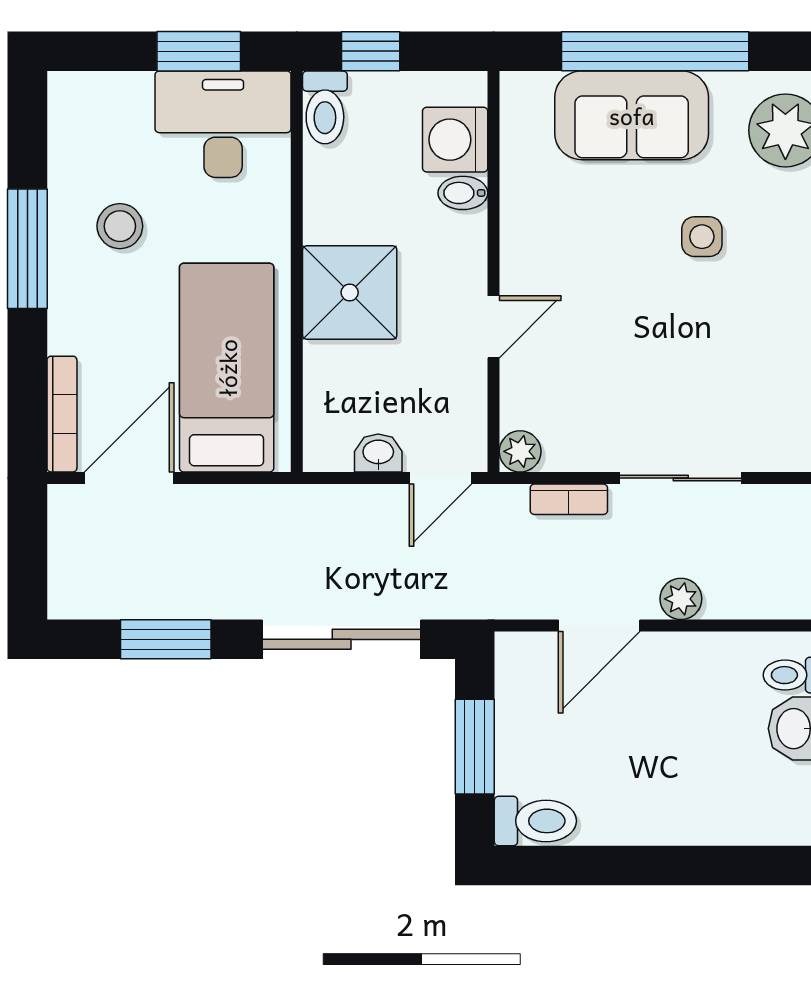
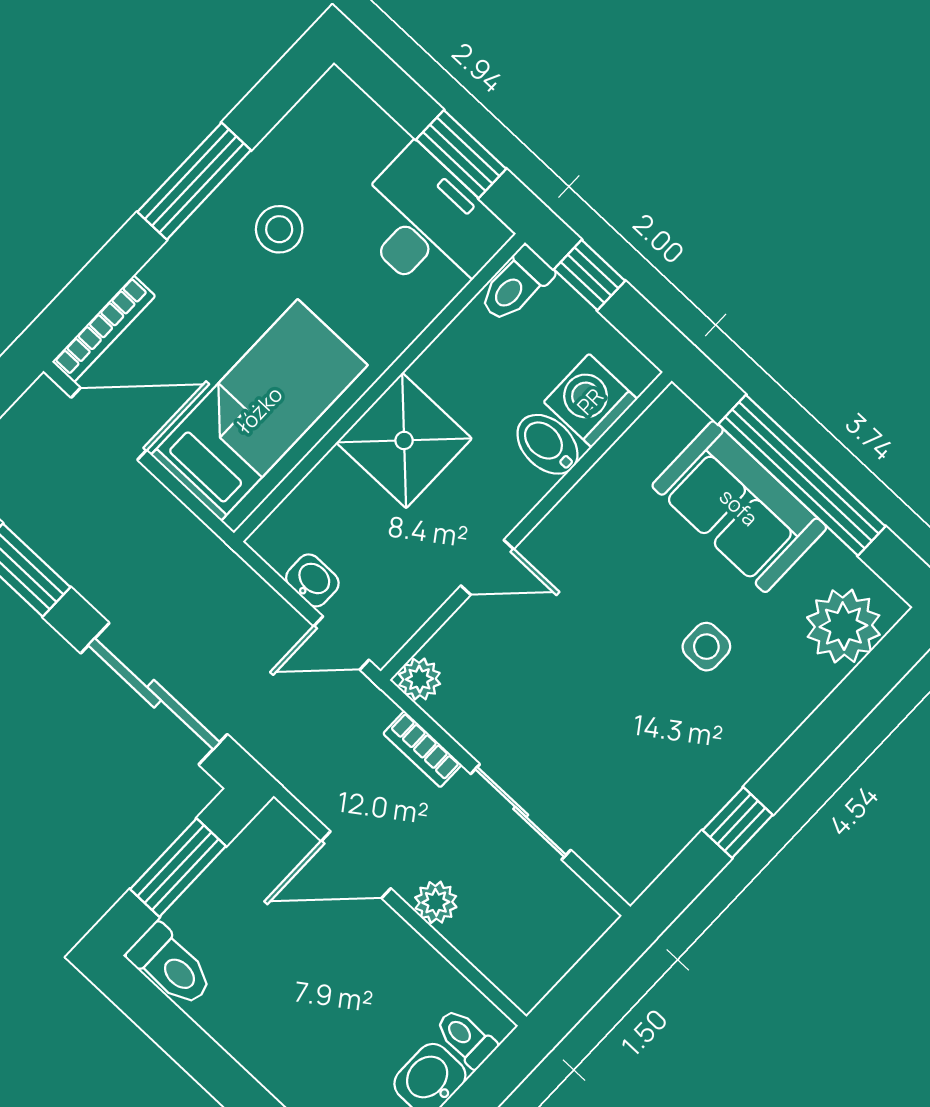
bidet: (463, 193) -> (547, 444), width x1.38, depth x1.36

